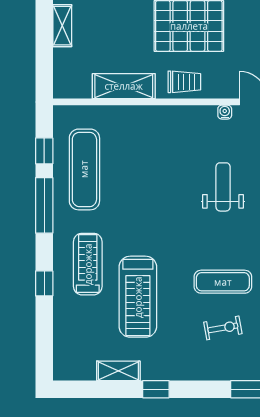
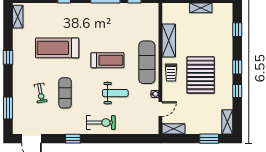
exercise mat: (84, 169) -> (147, 62), moved, turned 90
treadmill: (88, 264) -> (108, 60), moved
shelving: (118, 371) -> (18, 17), moved

